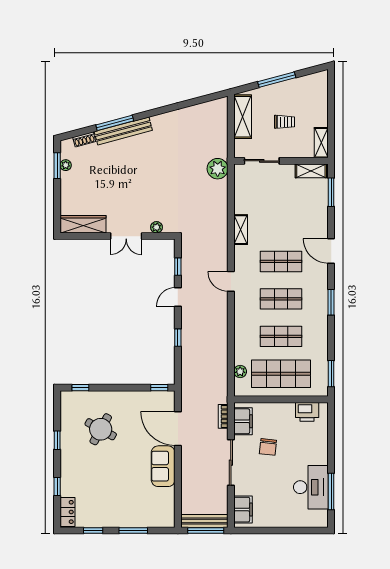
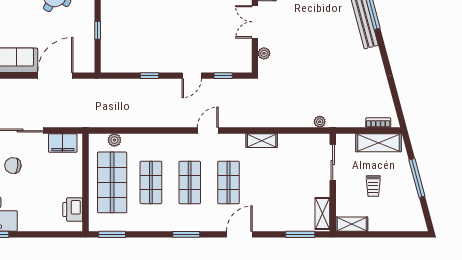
plant: (218, 169) -> (320, 122), width x0.53, depth x0.53
door: (178, 297) -> (192, 76), swing flipped
window: (159, 388) -> (98, 30), moved
bookcase: (223, 416) -> (378, 123), moved
chair: (268, 447) -> (13, 166), moved

